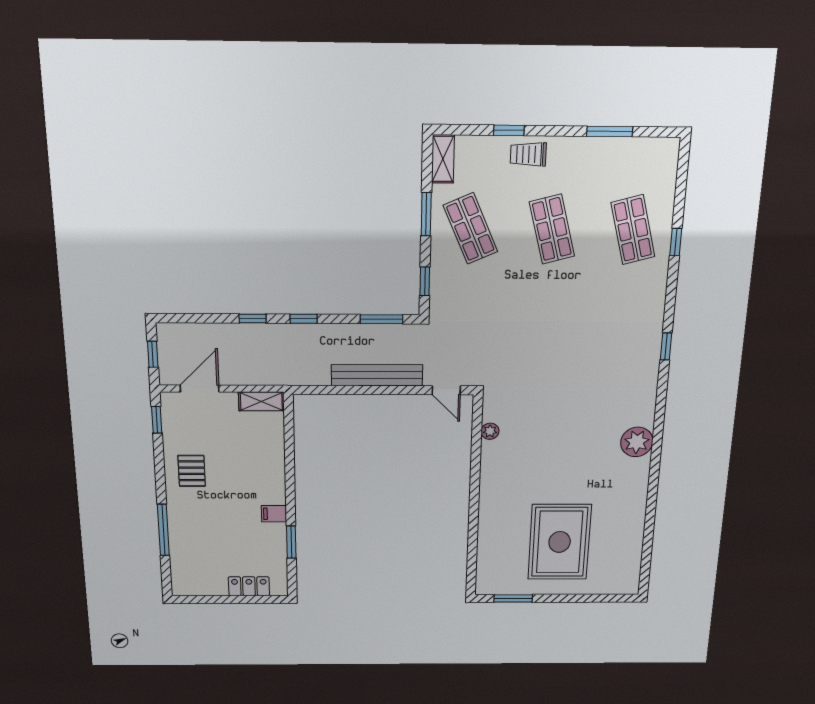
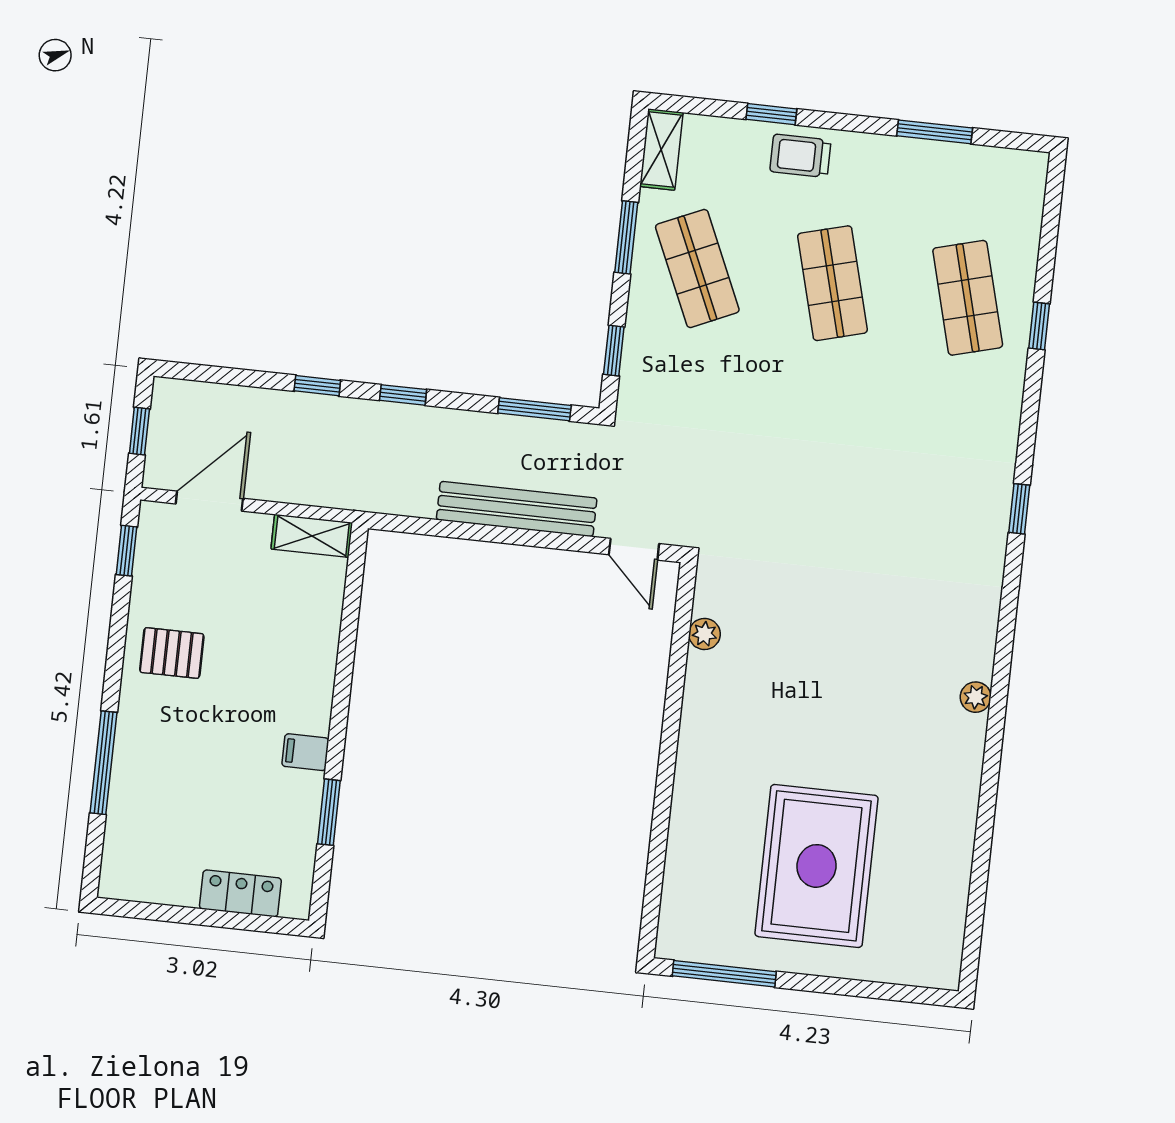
plant: (637, 442) -> (976, 697), width x0.53, depth x0.53
pallet: (192, 471) -> (172, 653), turned 90
window: (513, 598) -> (724, 974), width x1.44

